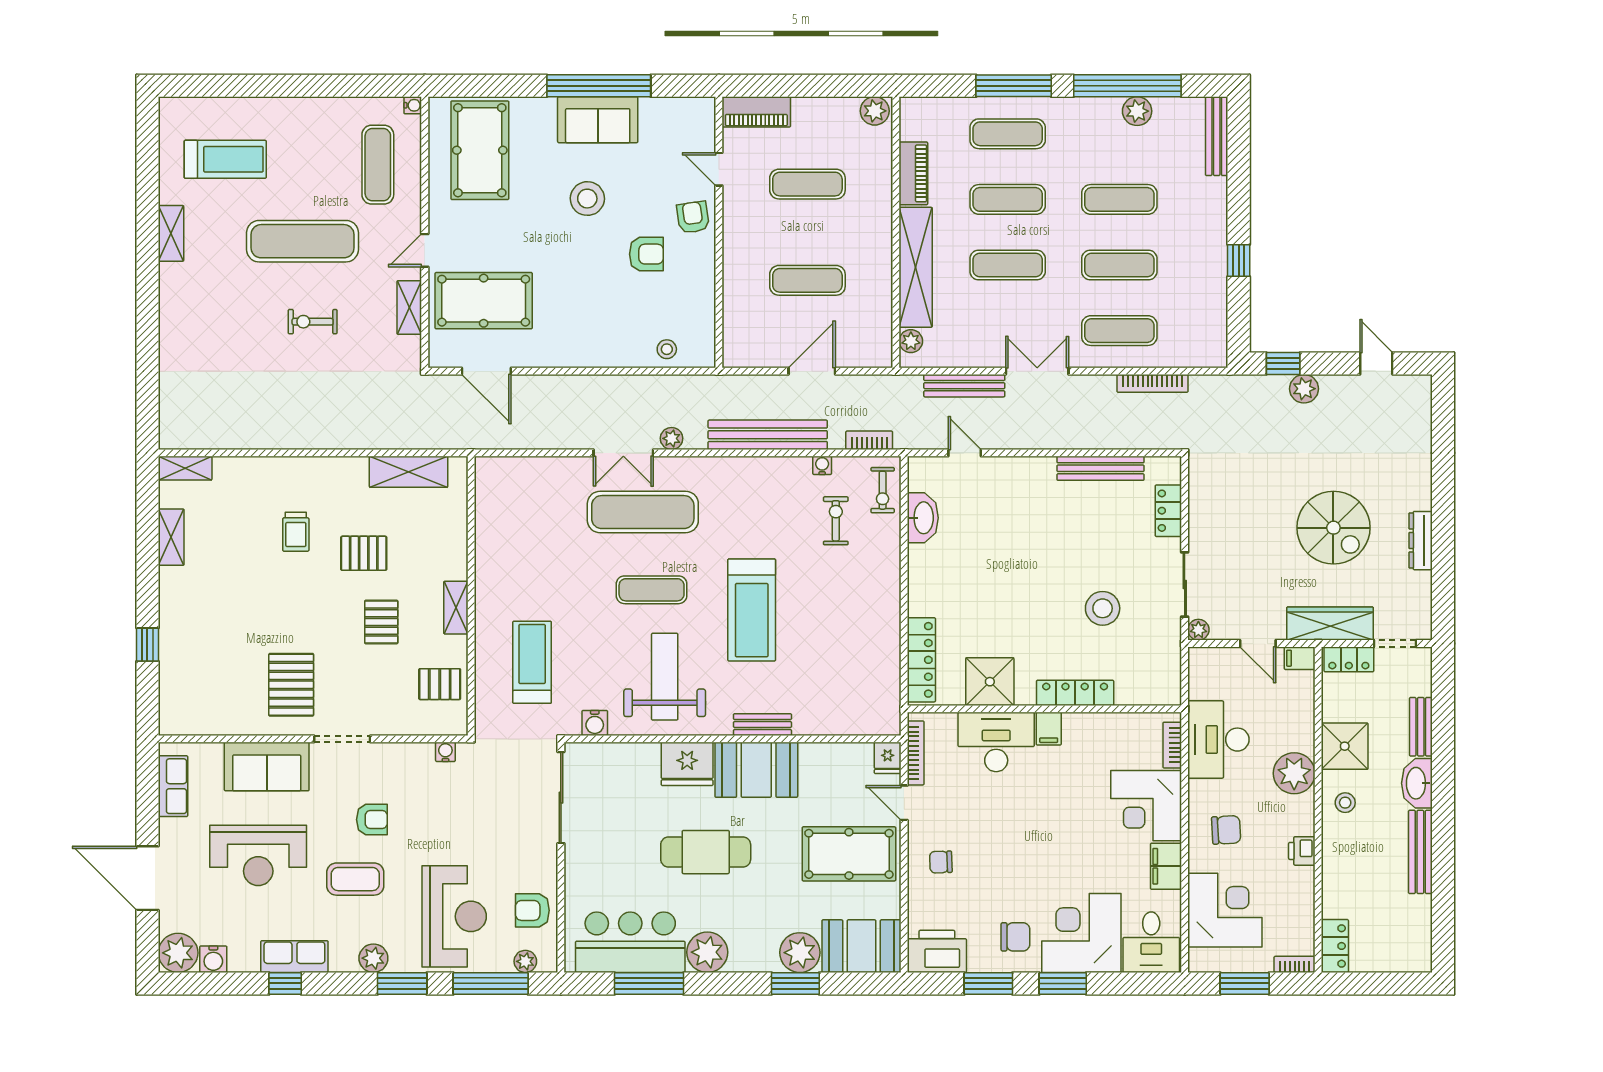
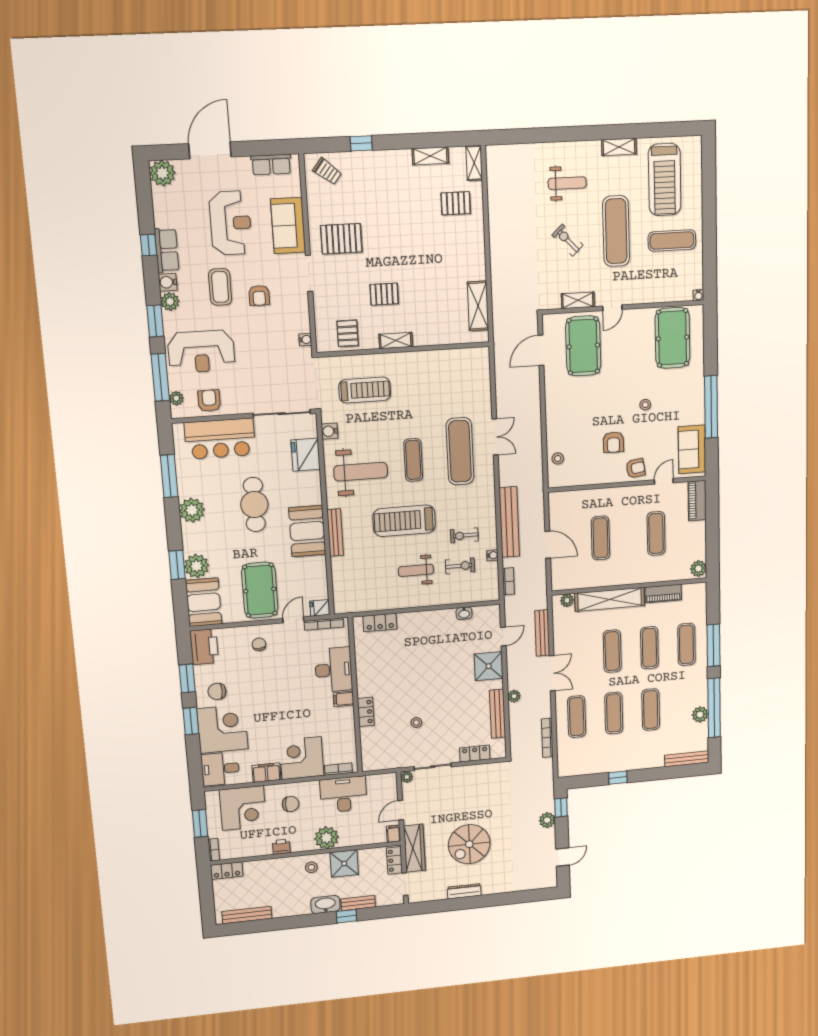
sofa: (598, 120) -> (692, 449), moved
pool table: (480, 150) -> (672, 338), turned 90
treadmill: (225, 159) -> (665, 180), width x1.37, depth x1.38
exercise mat: (378, 165) -> (672, 241), moved
stool: (587, 199) -> (645, 405), width x0.53, depth x0.53
door: (425, 250) -> (612, 308), swing flipped
weight bench: (223, 319) -> (567, 183), added
exercise bike: (313, 322) -> (567, 240), turned -43
plant: (672, 438) -> (514, 696), moved
double door: (623, 453) -> (495, 437), swing flipped
exercise bike: (883, 490) -> (464, 535), moved
washbasin: (923, 518) -> (464, 613), width x0.52, depth x0.69
trolley: (296, 532) -> (327, 171), moved, turned -142
pallet: (364, 553) -> (456, 203), moved, turned 90
weight bench: (837, 595) -> (416, 570), added
stool: (1103, 608) -> (416, 723), width x0.53, depth x0.53
locker: (921, 660) -> (380, 622), width x0.66
shower: (990, 682) -> (489, 666), moved
locker: (1075, 693) -> (366, 712), width x0.66
bench: (762, 725) -> (335, 533), width x1.36
window: (1443, 748) -> (346, 916), added
fridge: (687, 764) -> (306, 455), moved
chair: (1226, 830) -> (291, 804), turned -87
bench: (1420, 852) -> (247, 915), moved
reception desk: (258, 855) -> (230, 223), turned 180
chair: (1015, 937) -> (217, 691), turned 90
bar counter: (630, 942) -> (220, 439), moved, turned 90
water cooler: (213, 959) -> (168, 282), moved

